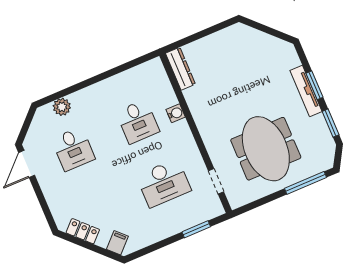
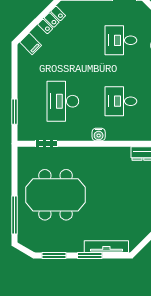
tv unit: (306, 91) -> (106, 247), moved
water cooler: (176, 113) -> (99, 135), moved

